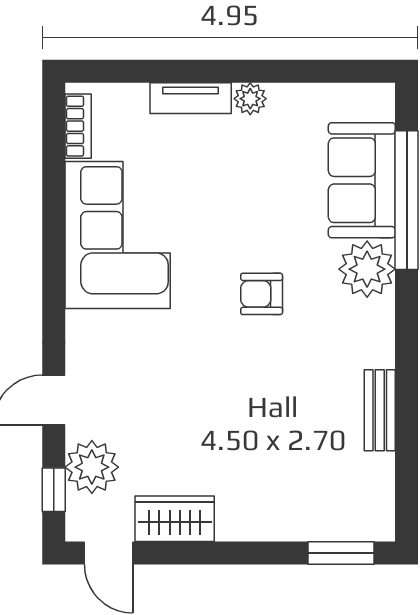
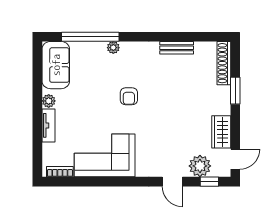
sofa: (362, 180) -> (56, 65), moved, turned -90
plant: (367, 269) -> (113, 48), width x0.53, depth x0.53
shoe rack: (342, 525) -> (224, 63), added
window: (341, 553) -> (235, 91), moved

